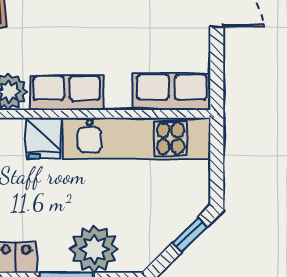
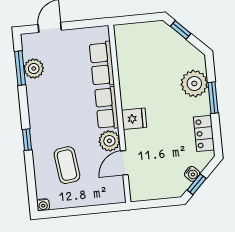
row of seats: (172, 92) -> (102, 64), moved
kitchen unit: (137, 138) -> (129, 66), removed

